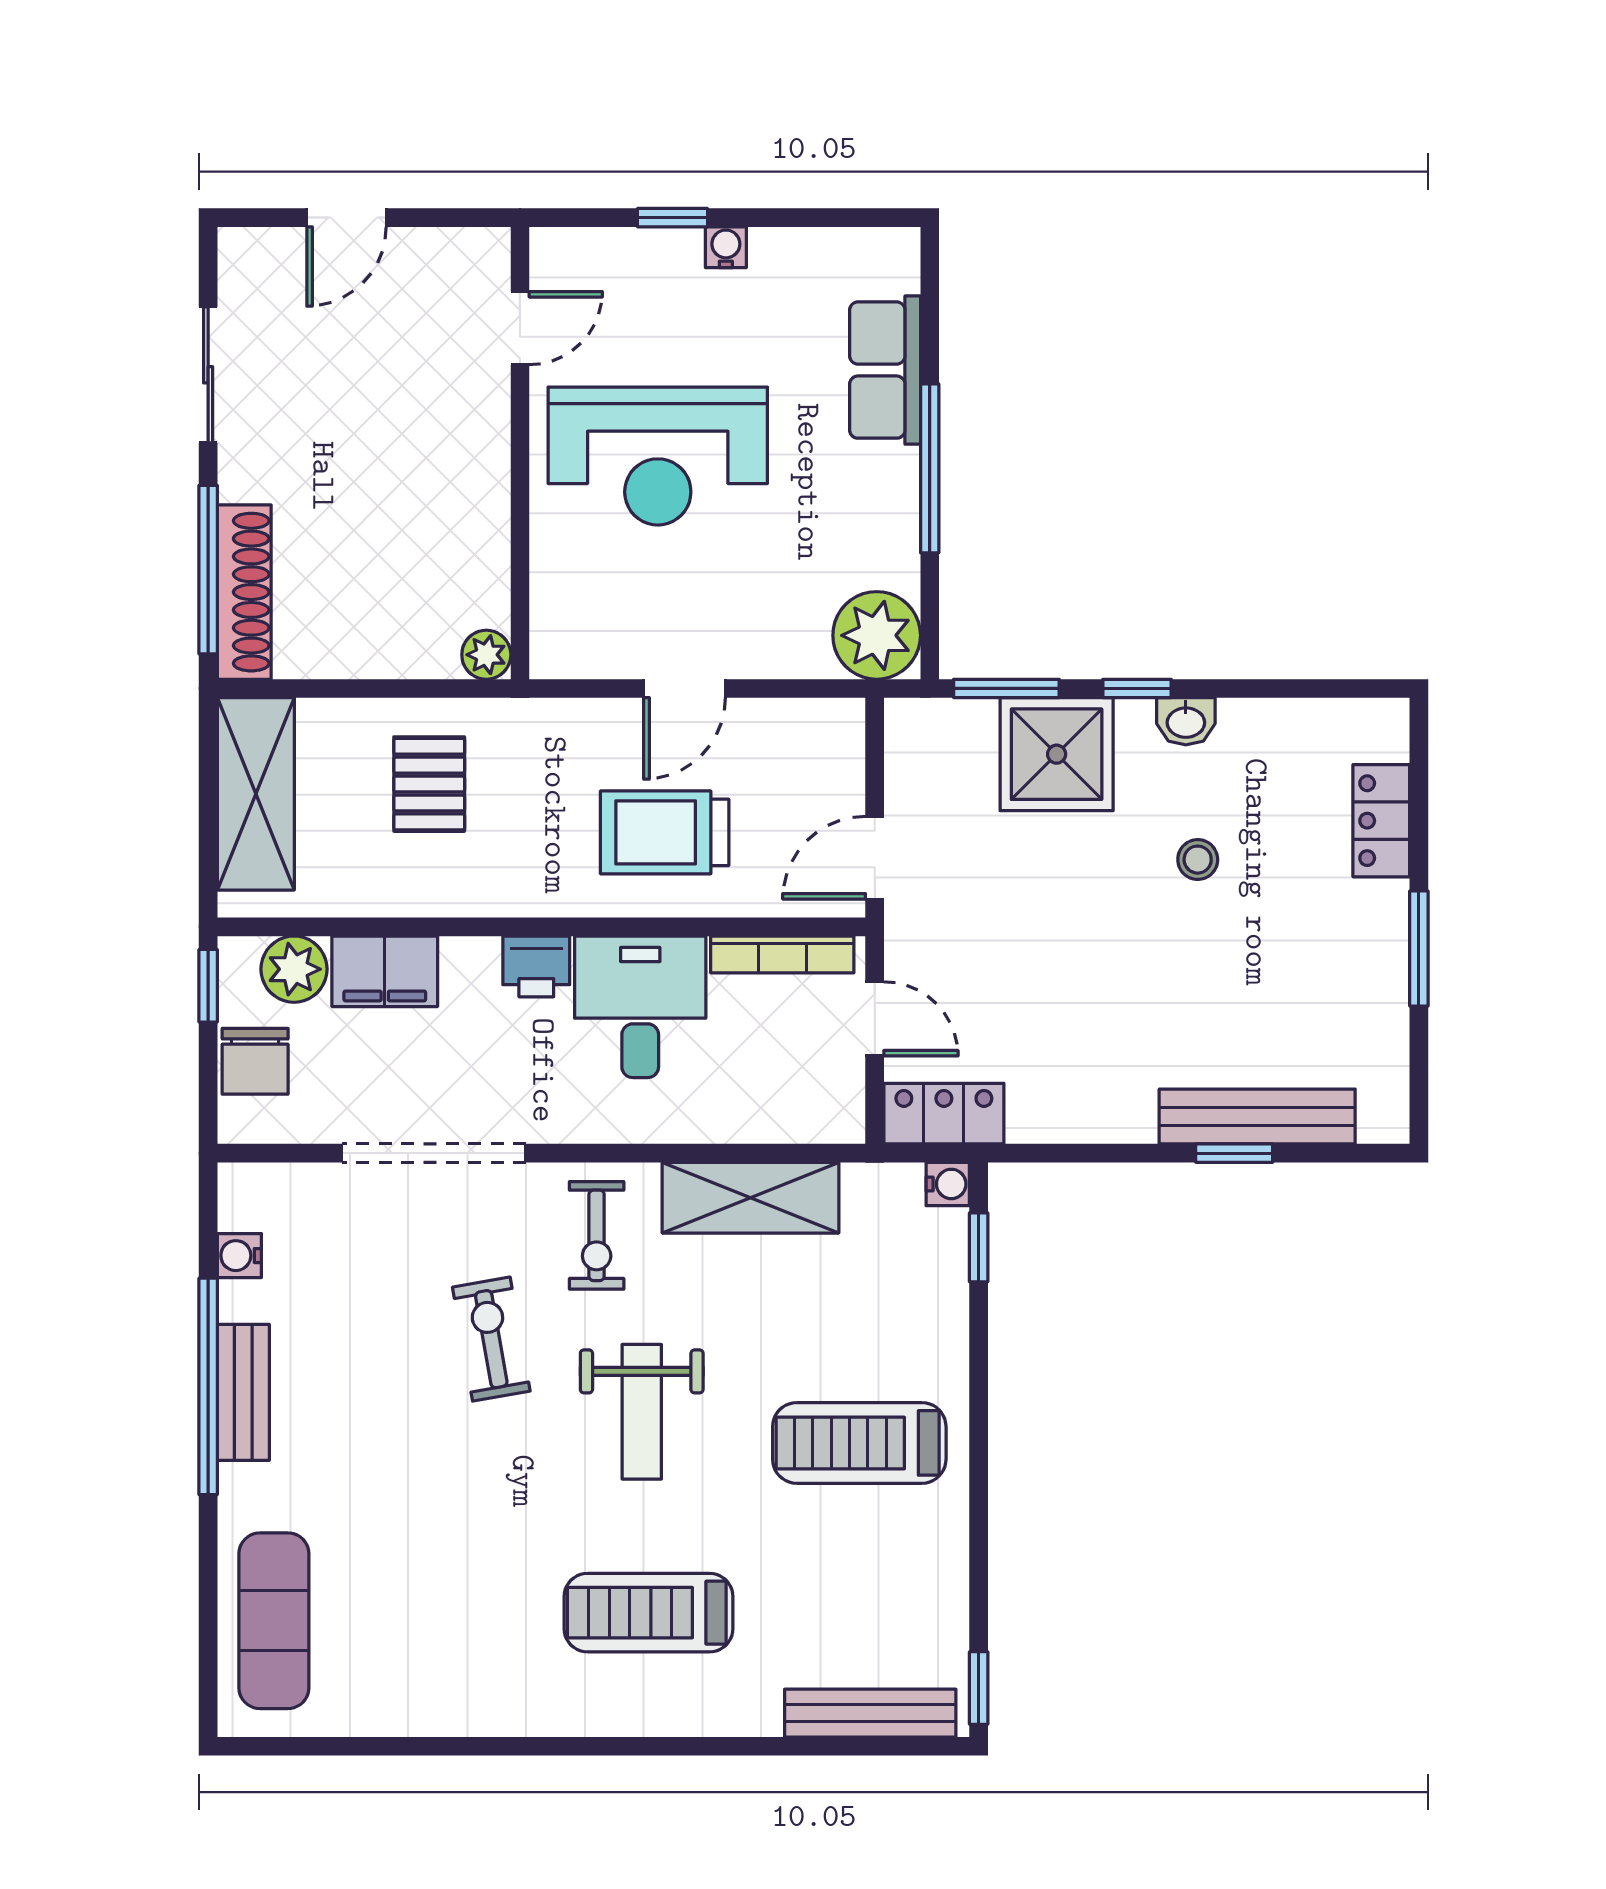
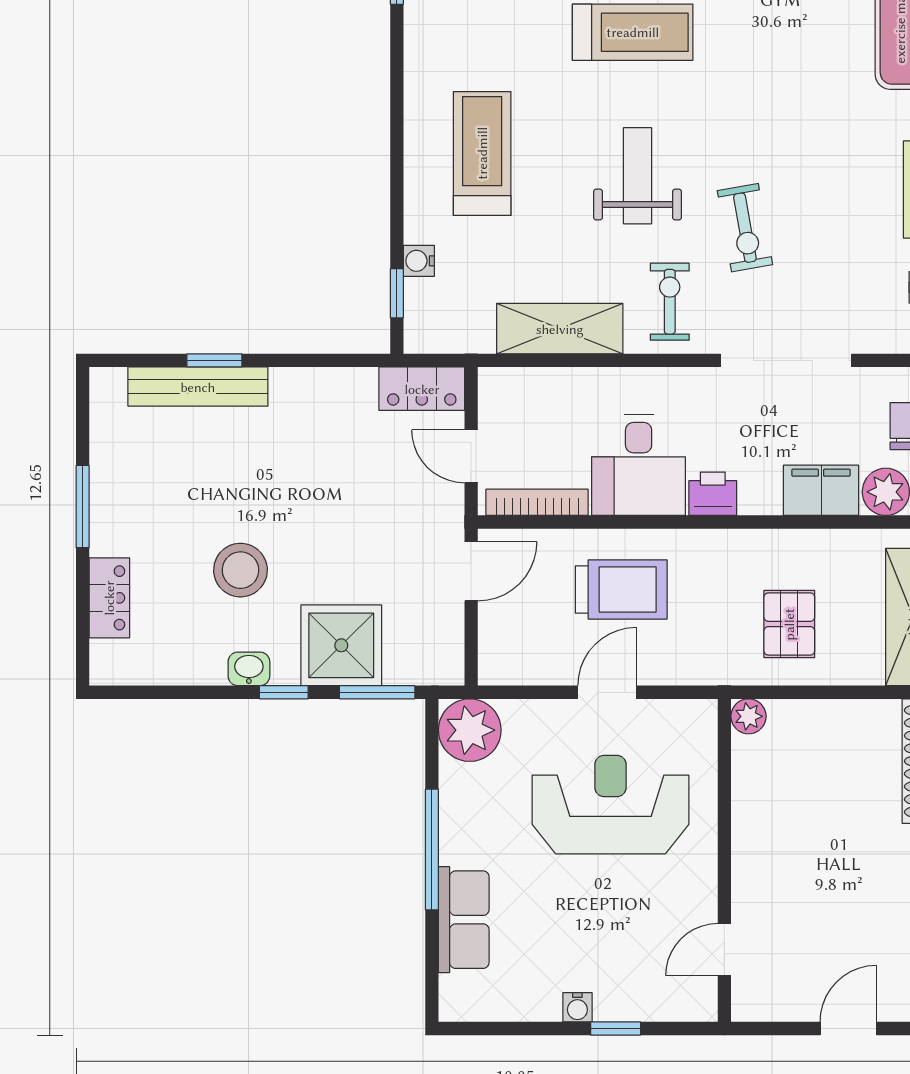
reception desk: (658, 456) -> (611, 805), moved
stool: (1198, 860) -> (240, 570), width x1.89, depth x1.89
water cooler: (948, 1184) -> (419, 261), moved
treadmill: (859, 1443) -> (482, 153), turned -90

